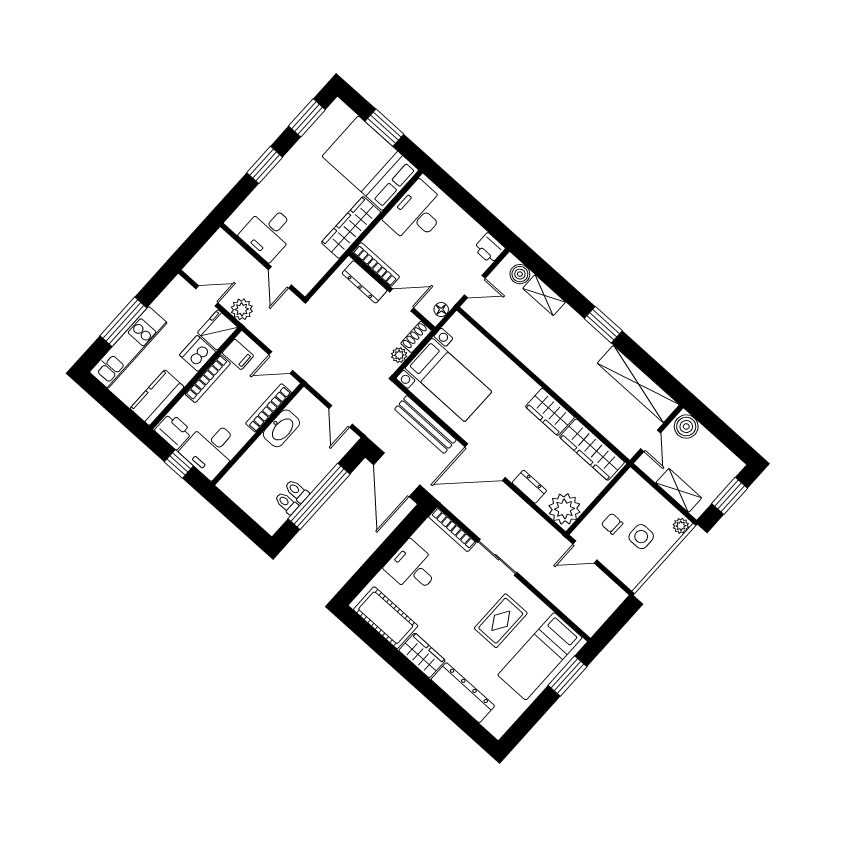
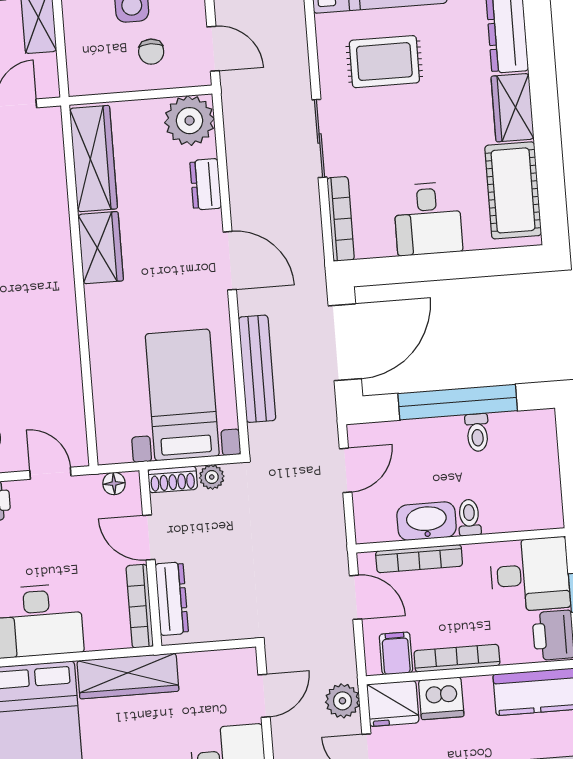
door: (485, 462) -> (230, 261), width x0.73
toilet: (286, 503) -> (469, 518), moved, turned 180

